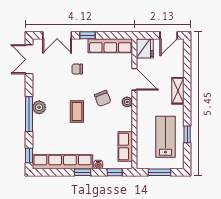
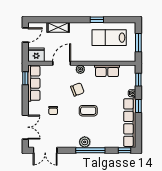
window: (87, 35) -> (25, 78), moved
door: (169, 35) -> (25, 35), hinge flipped
shelving: (178, 91) -> (58, 27), moved
window: (187, 134) -> (97, 20), moved
row of seats: (125, 147) -> (107, 71), moved

